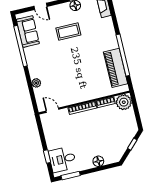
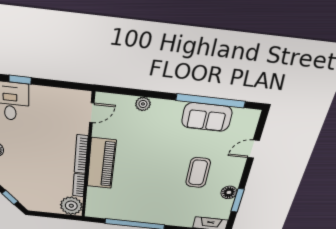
sofa: (28, 32) -> (207, 117), moved
piano: (116, 68) -> (101, 164), moved, turned 90

